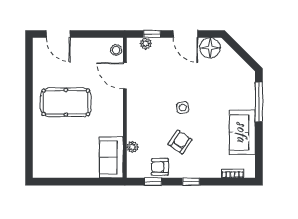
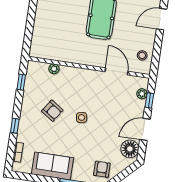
stool: (116, 50) -> (142, 55), moved
door: (125, 76) -> (117, 71), hinge flipped
sofa: (111, 157) -> (48, 49), removed
armchair: (160, 167) -> (102, 169), moved
window: (191, 182) -> (15, 126), moved

